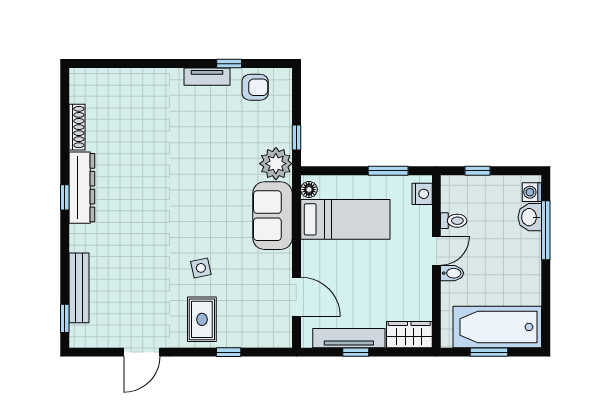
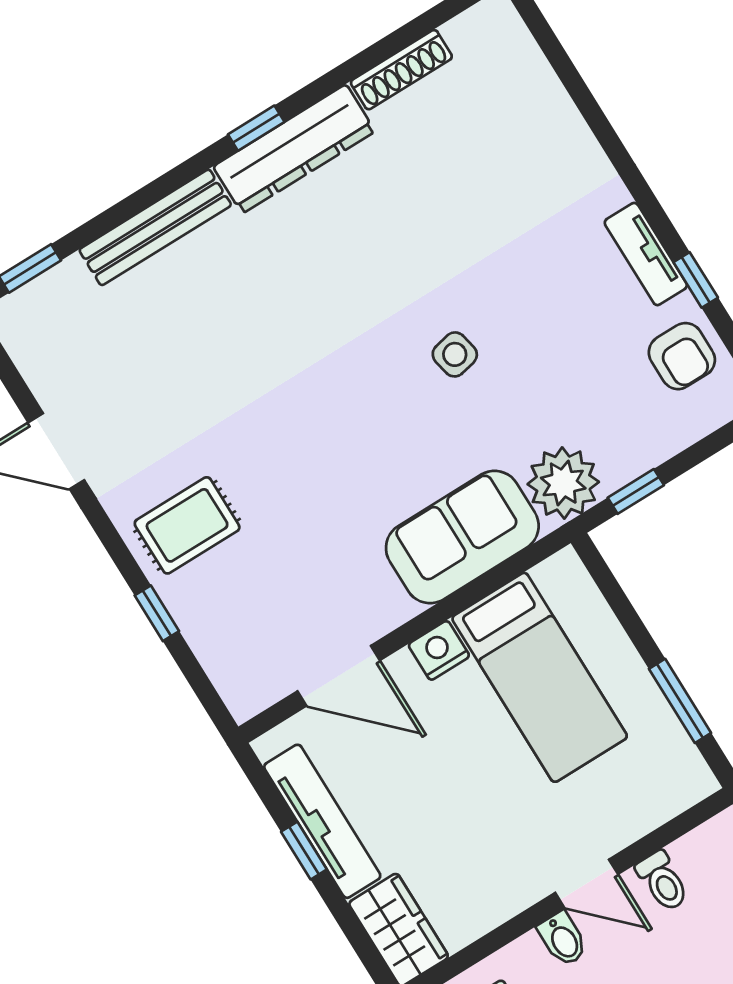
floor lamp: (309, 190) -> (553, 575), removed
nightstand: (422, 194) -> (439, 650), moved, turned 180
side table: (201, 268) -> (455, 354), moved
bench: (79, 288) -> (155, 227), moved
door: (296, 297) -> (339, 676), hinge flipped

